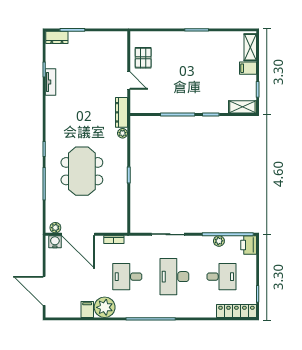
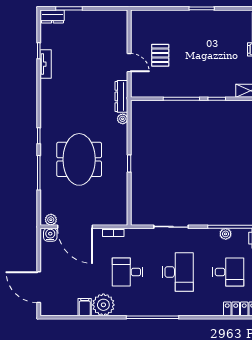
pallet: (143, 58) -> (160, 55), moved
desk: (174, 277) -> (178, 272), turned 180

